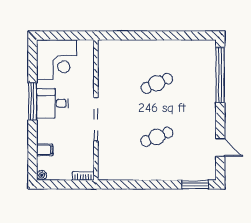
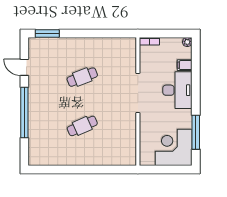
window: (220, 75) -> (24, 112), moved
window: (32, 101) -> (196, 132), moved
desk: (53, 103) -> (177, 90), moved, width x1.37

